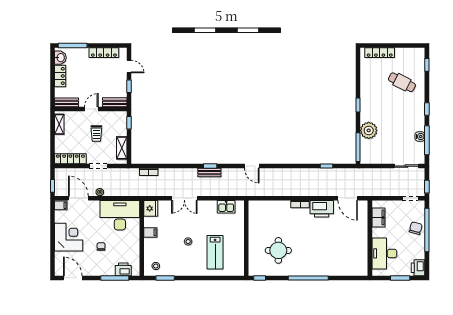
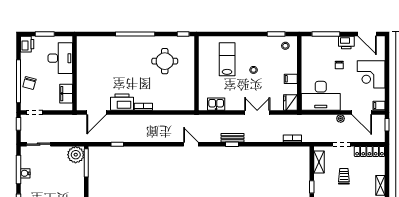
plant: (369, 130) -> (76, 155), moved
door: (348, 198) -> (96, 112), swing flipped
printer: (123, 269) -> (346, 43), moved

